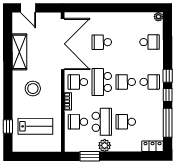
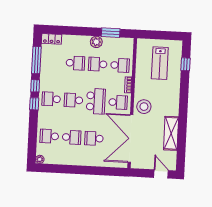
school desk: (102, 42) -> (94, 138), turned 180
school desk: (126, 42) -> (72, 137), added
school desk: (126, 82) -> (73, 100), turned 180
stool: (33, 89) -> (144, 107), moved
school desk: (102, 122) -> (98, 64), width x0.54
lab bench: (35, 126) -> (160, 63), turned -90

